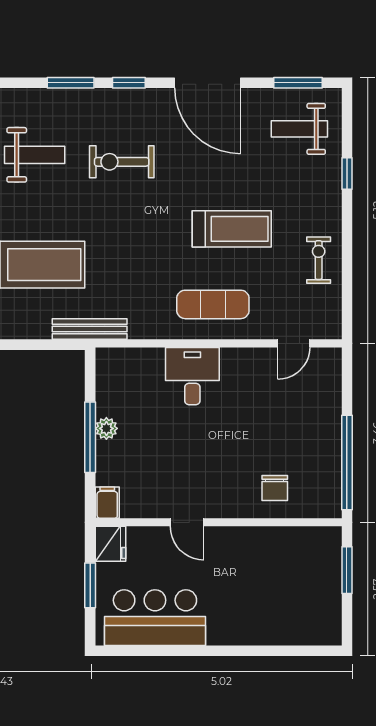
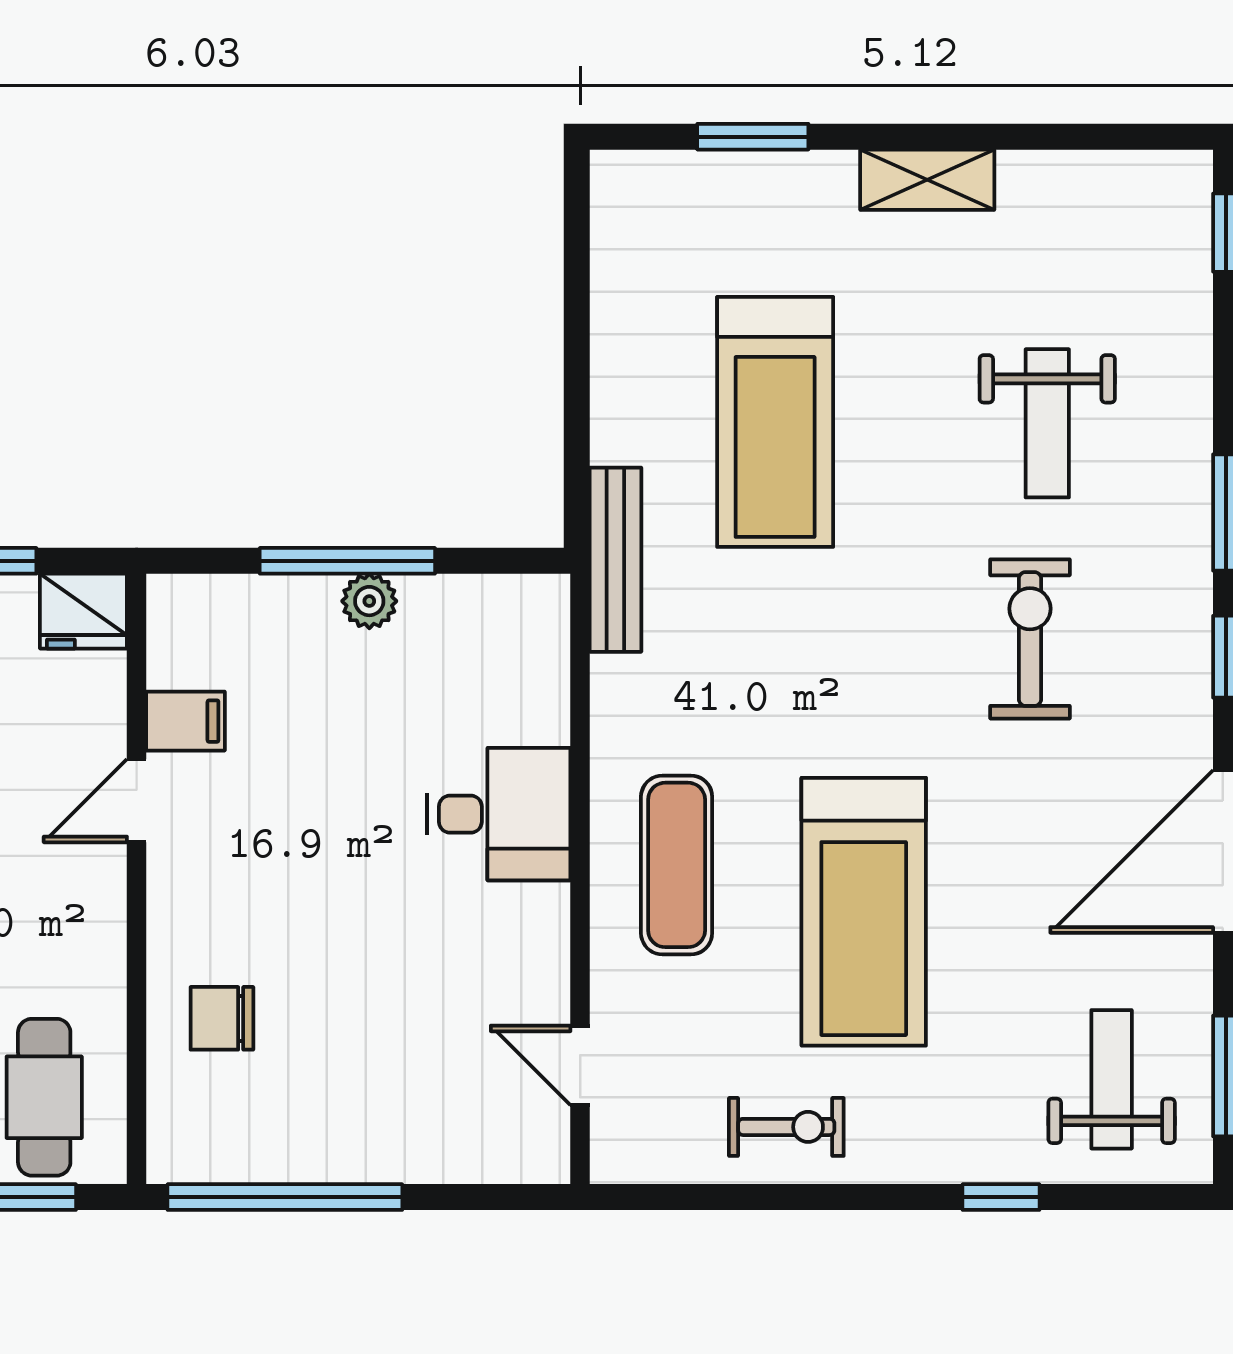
treadmill: (232, 229) -> (864, 912), width x1.37, depth x1.38
filing cabinet: (107, 503) -> (186, 721), moved
cafe table: (307, 560) -> (44, 1097), added

